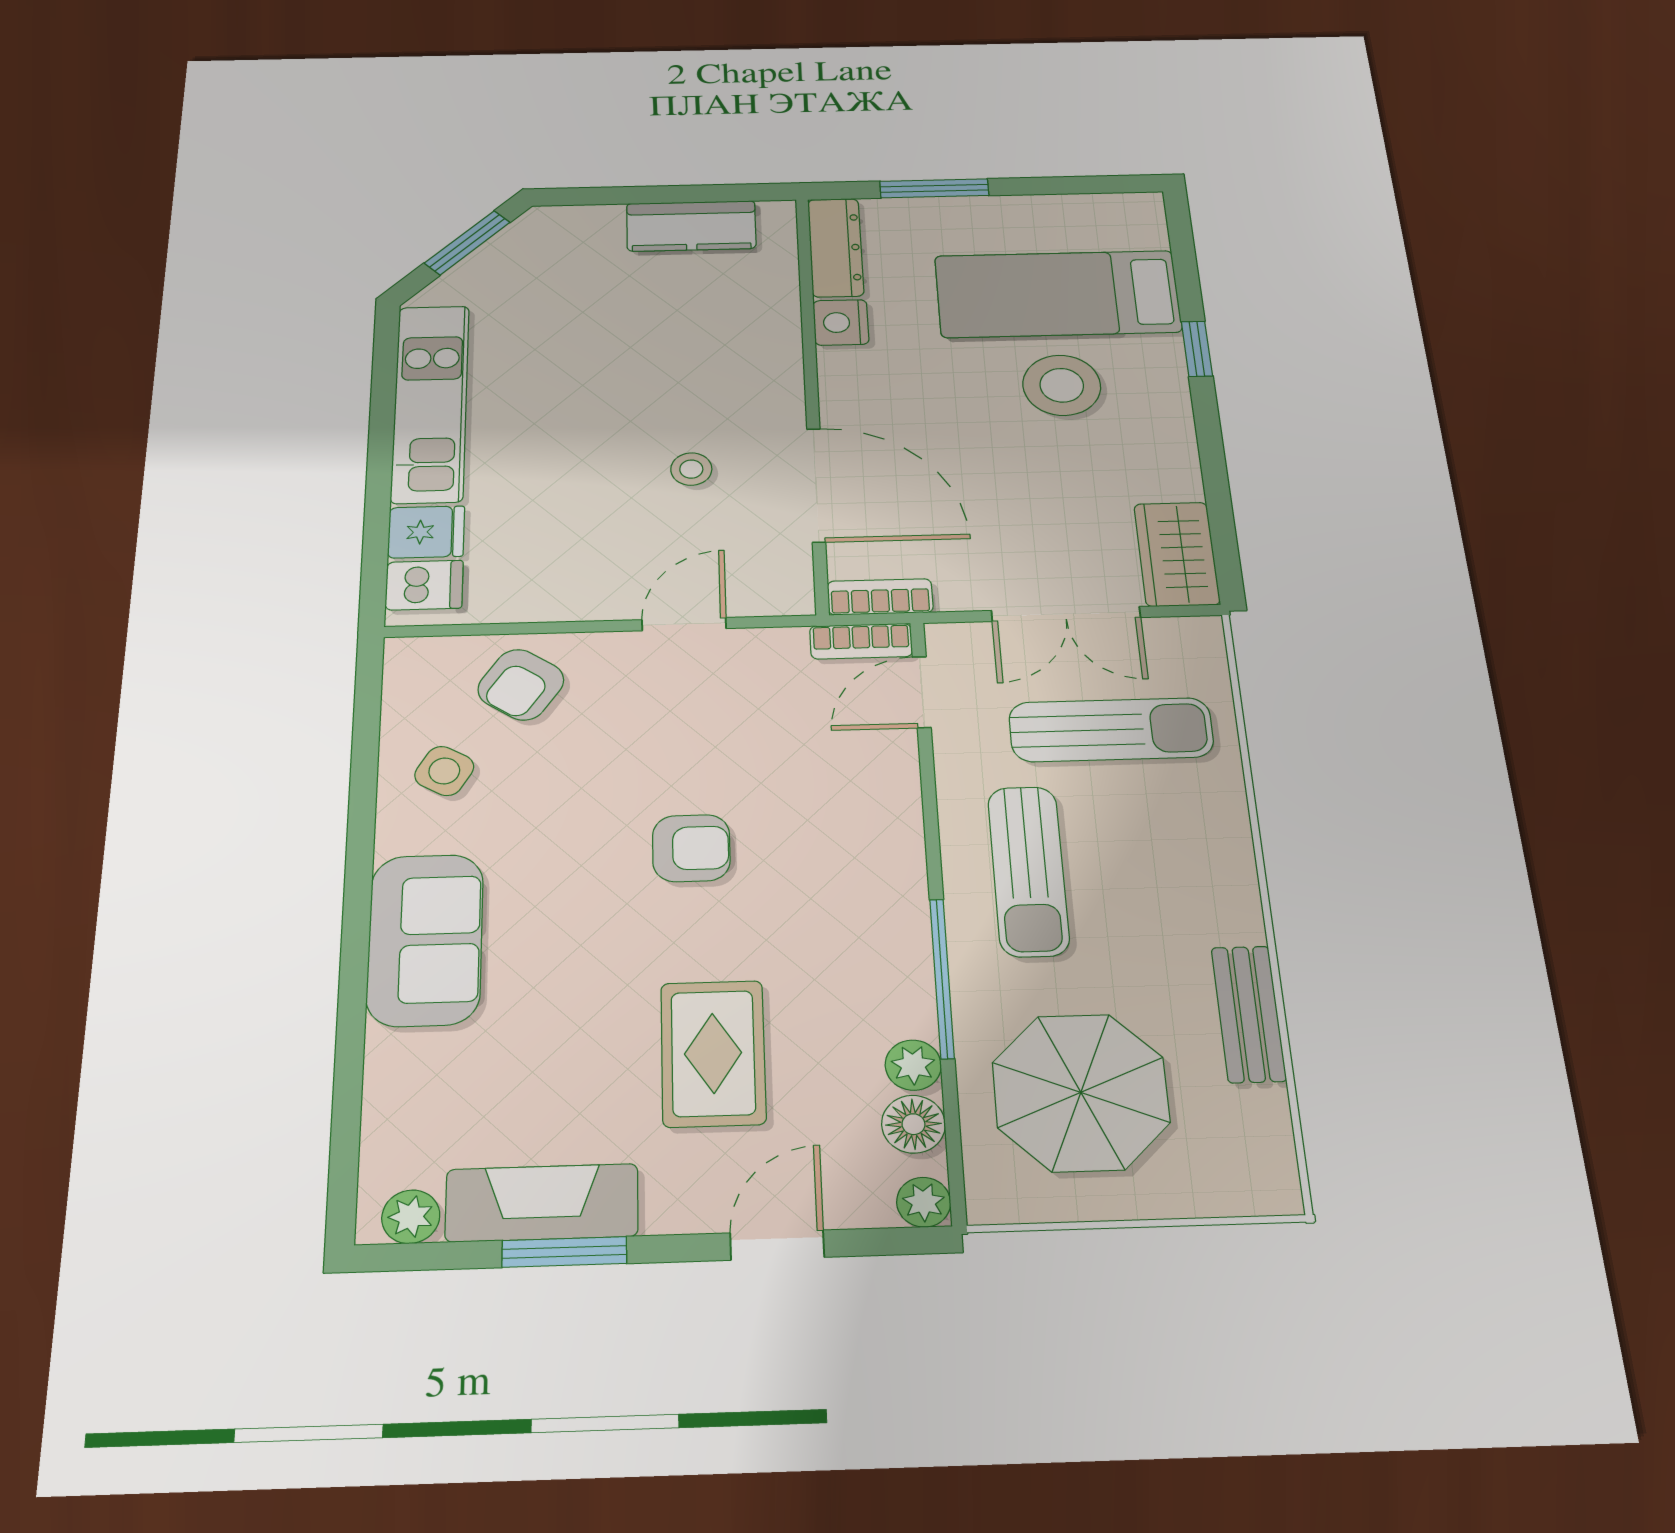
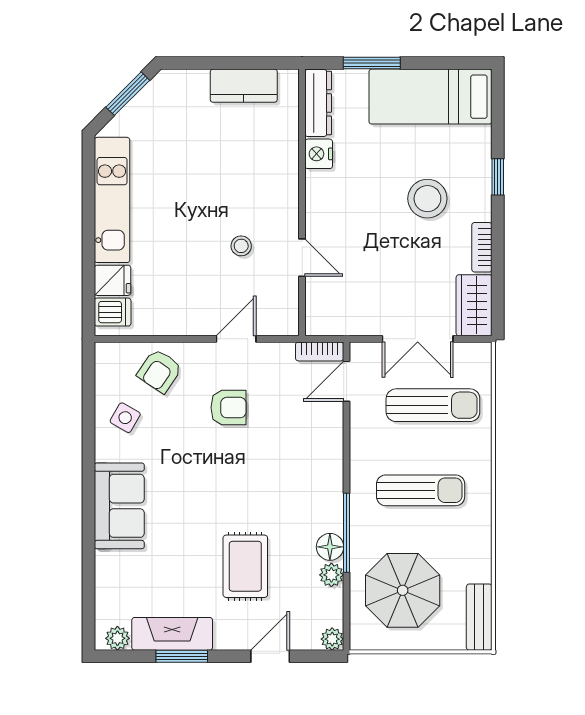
bed: (1058, 294) -> (430, 97), moved
door: (816, 485) -> (302, 258), width x0.53
bookcase: (880, 597) -> (482, 247), moved, turned -90
armchair: (691, 848) -> (228, 408), moved
sun lounger: (1028, 871) -> (421, 490), moved, turned -90
bench: (1249, 1014) -> (479, 617), moved
floor lamp: (913, 1124) -> (330, 547), moved

